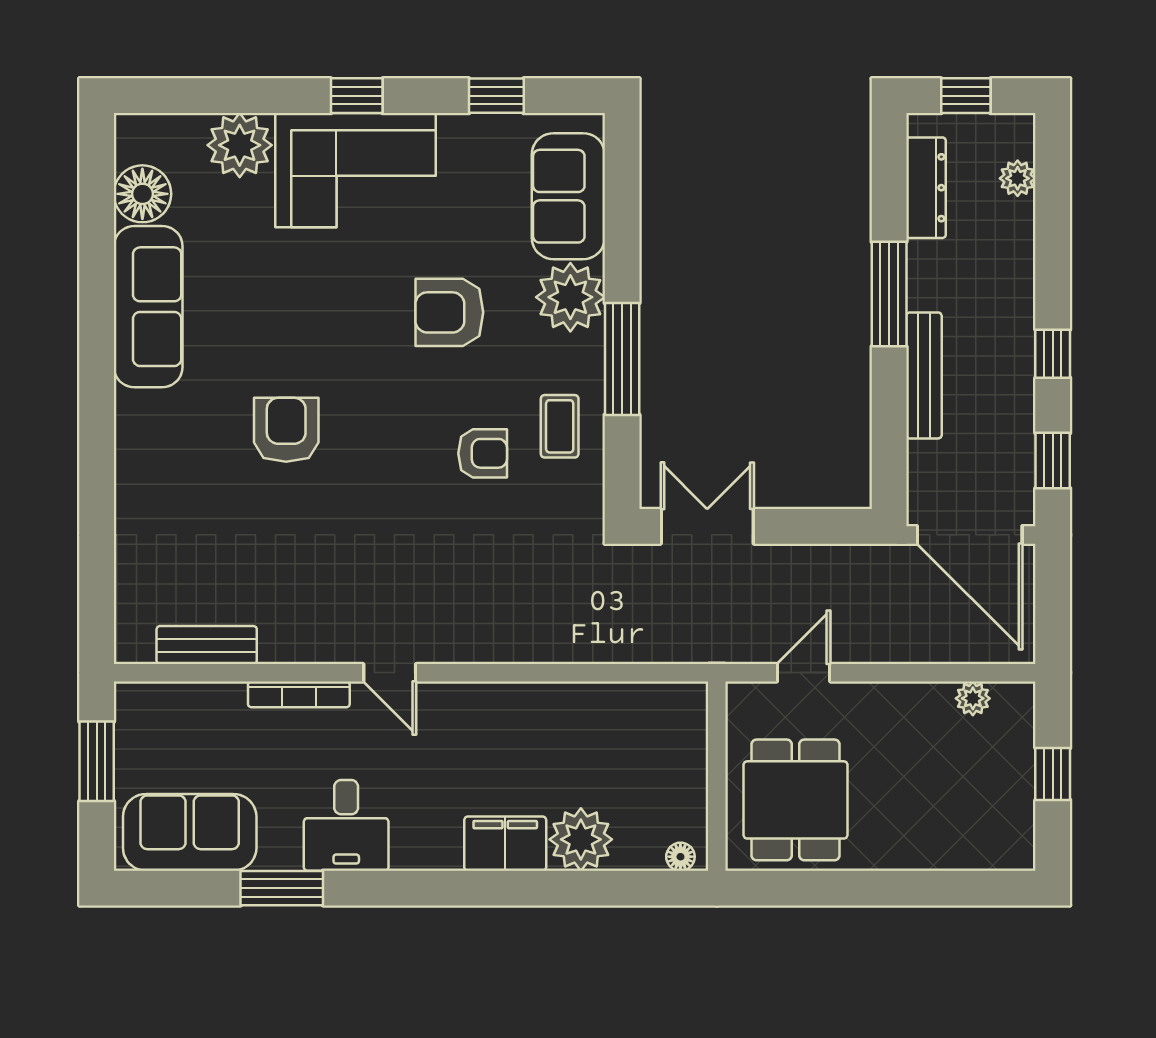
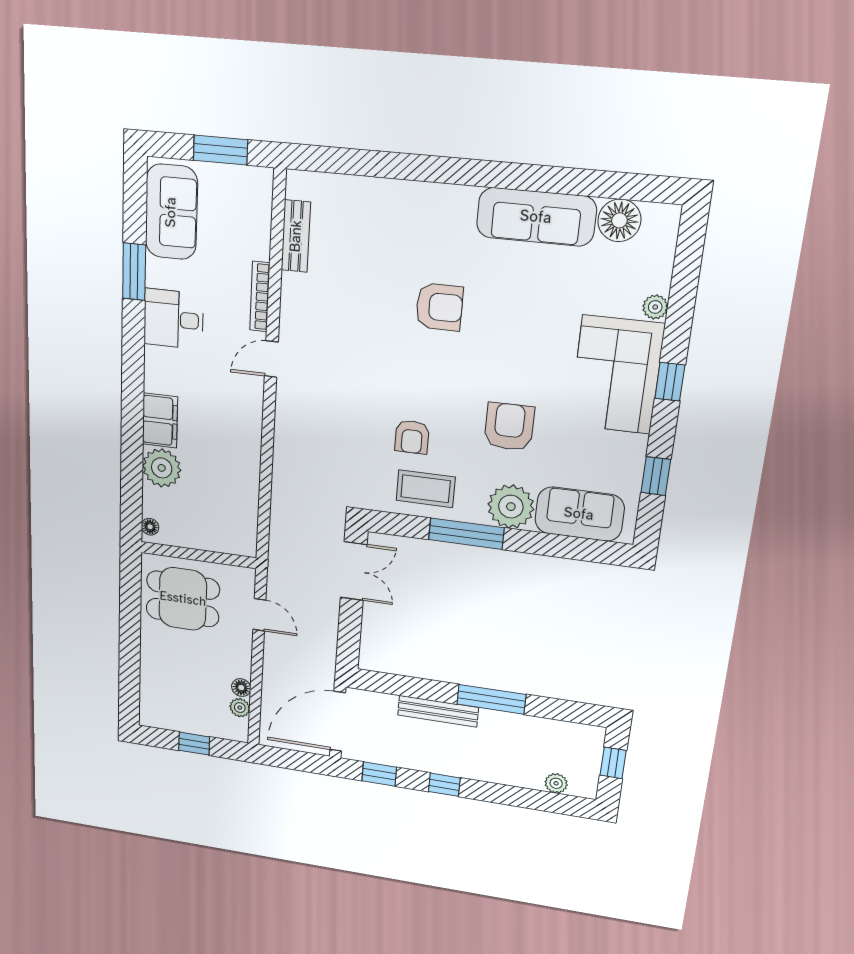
plant: (240, 145) -> (655, 307), width x0.53, depth x0.53
dresser: (926, 188) -> (557, 731), removed
coffee table: (560, 426) -> (426, 489), width x1.36, depth x1.30
floor lamp: (936, 697) -> (241, 688), added

